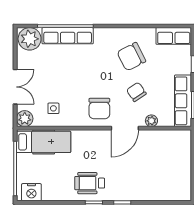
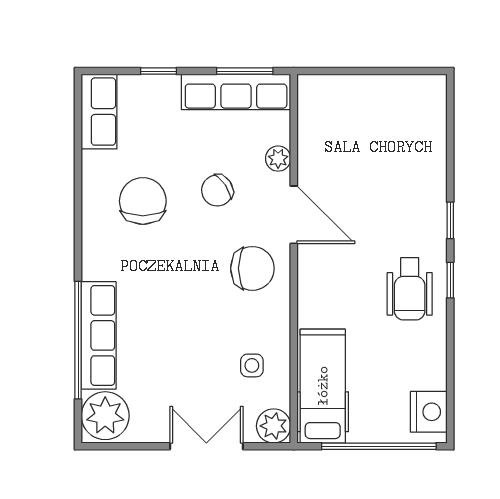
chair: (131, 57) -> (143, 201), turned -153

